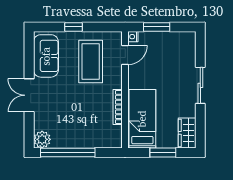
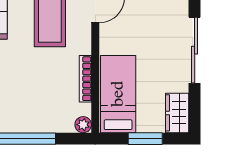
sliding door: (200, 85) -> (195, 50), width x1.37
plant: (116, 142) -> (83, 125), added

